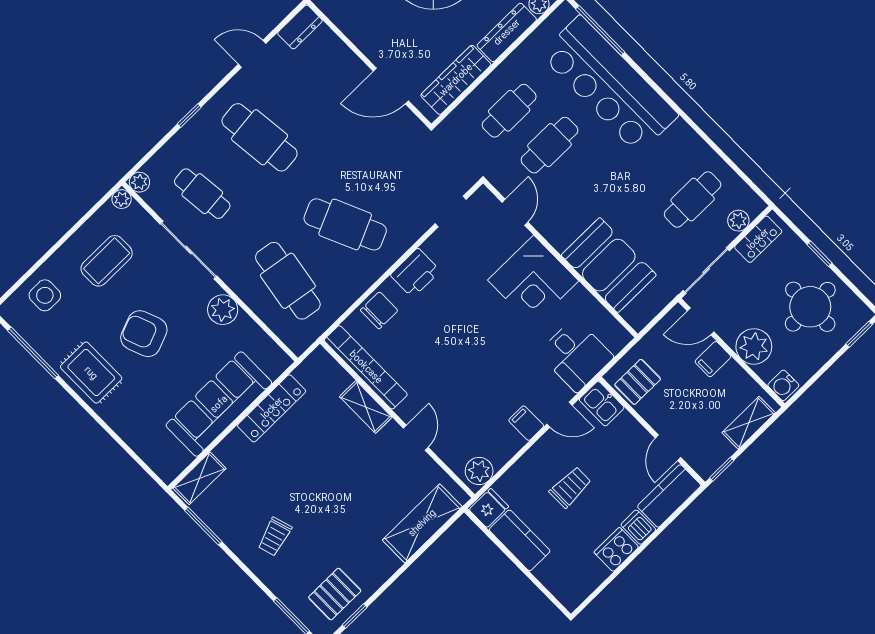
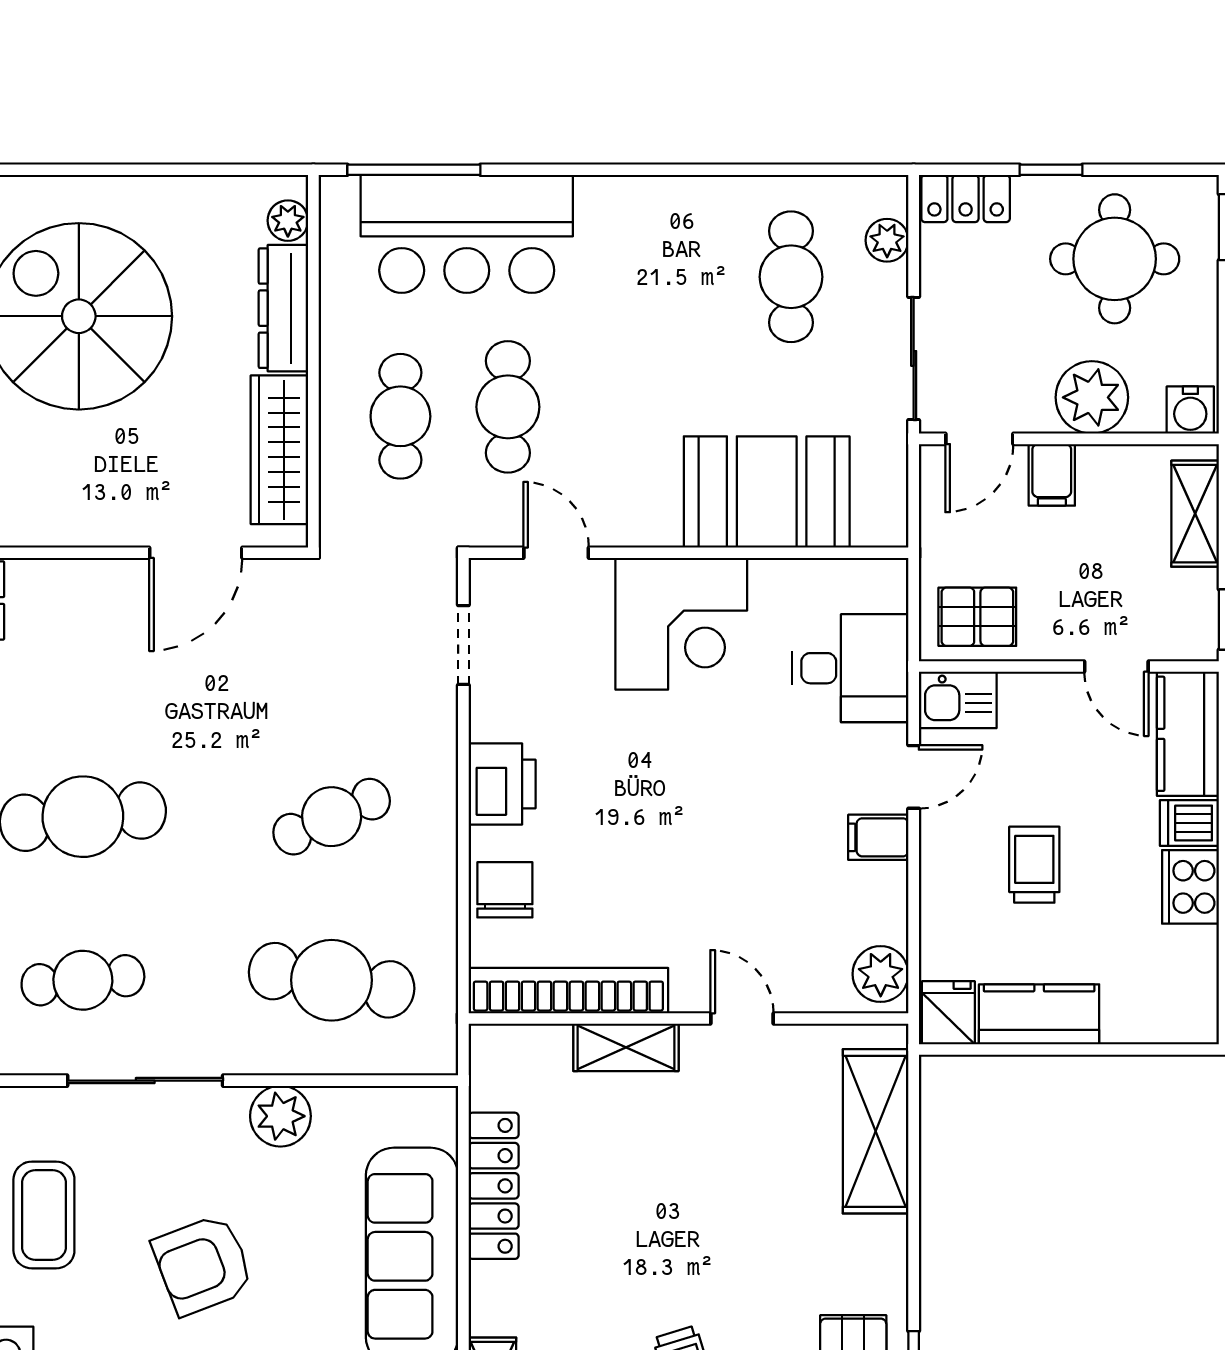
bar counter: (609, 85) -> (467, 234), width x0.73
cafe table: (345, 224) -> (332, 817), width x0.73, depth x0.74
locker: (758, 239) -> (966, 199), moved, turned 90
pallet: (638, 382) -> (977, 617), turned 90

